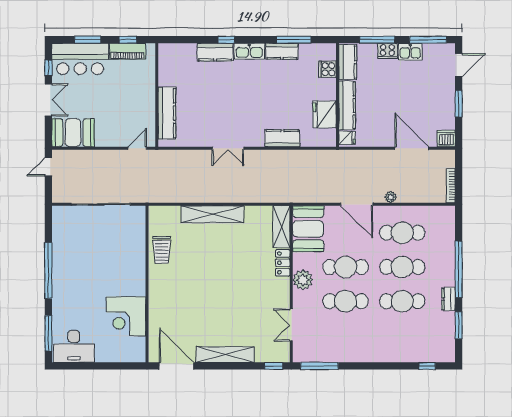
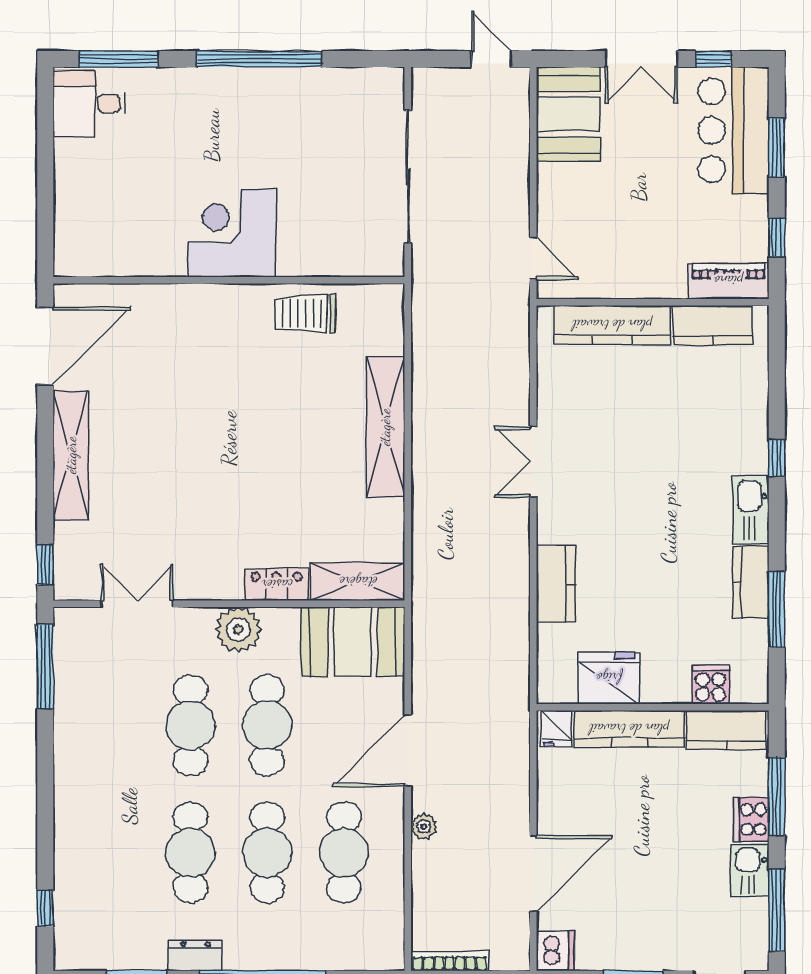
piano: (128, 51) -> (728, 281), moved, turned 90
kitchen counter: (215, 52) -> (713, 325), moved, turned -90
corner desk: (126, 316) -> (232, 233), moved
desk: (74, 346) -> (89, 104), width x0.73

